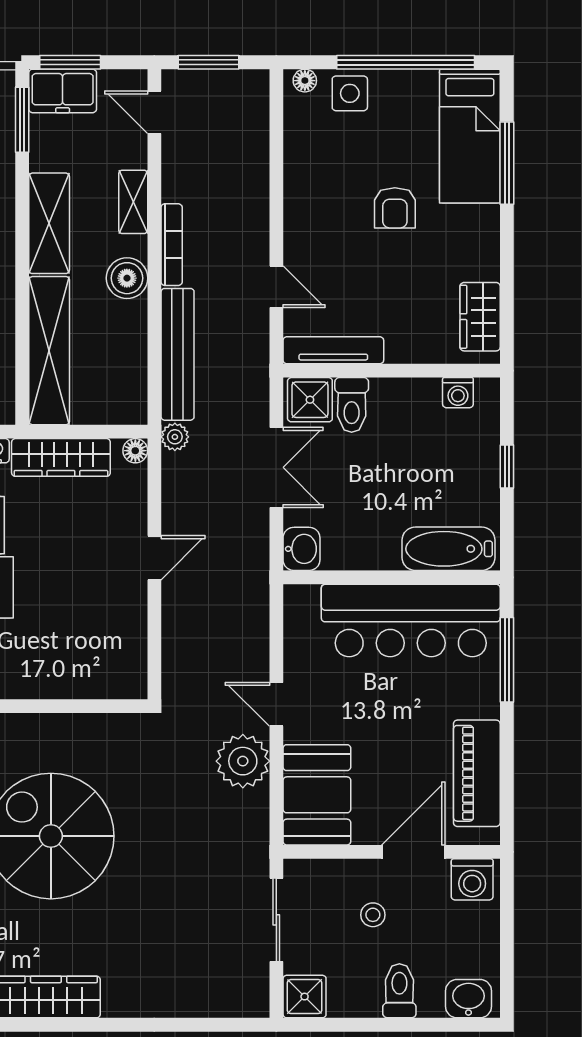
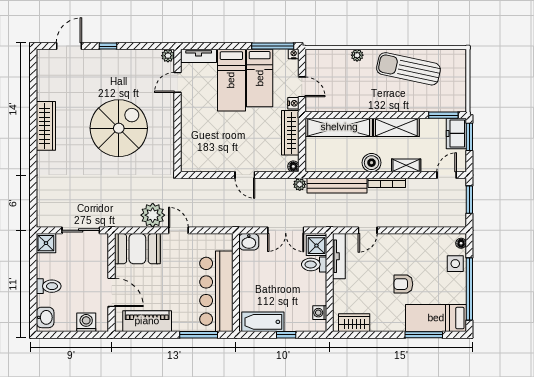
bathtub: (449, 549) -> (263, 322), moved, turned -90
door: (276, 704) -> (178, 230), hinge flipped
washing machine: (472, 879) -> (86, 322), moved, turned 90
stool: (373, 915) -> (83, 274), removed

